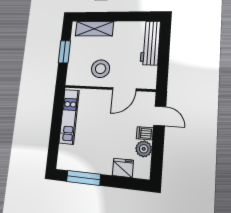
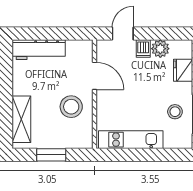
stool: (88, 157) -> (175, 112), added

